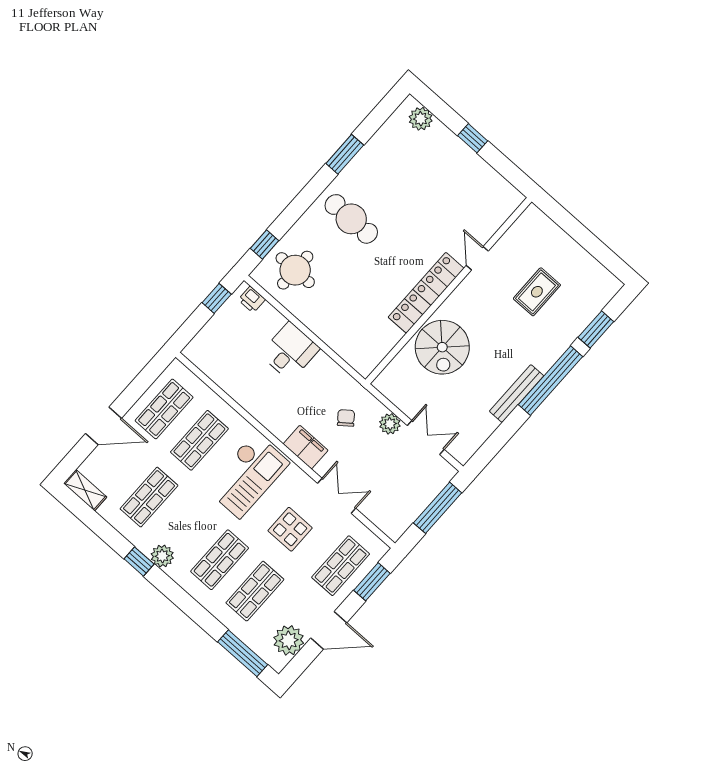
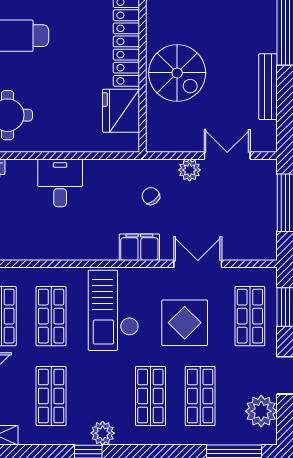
fridge: (379, 339) -> (121, 111), added
bench: (517, 394) -> (268, 87), moved
checkout: (247, 476) -> (113, 310), turned 180
display table: (290, 529) -> (185, 323), width x1.36, depth x1.36

